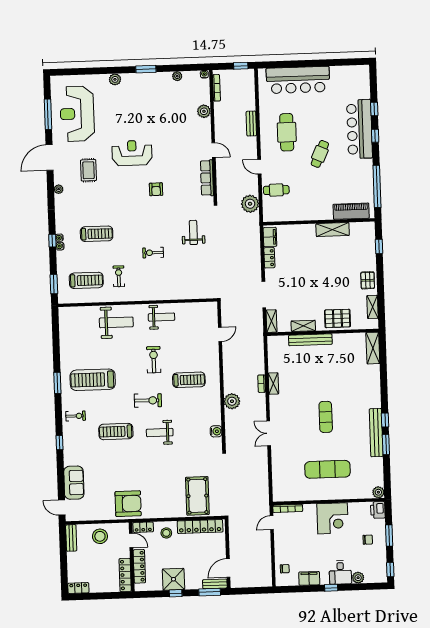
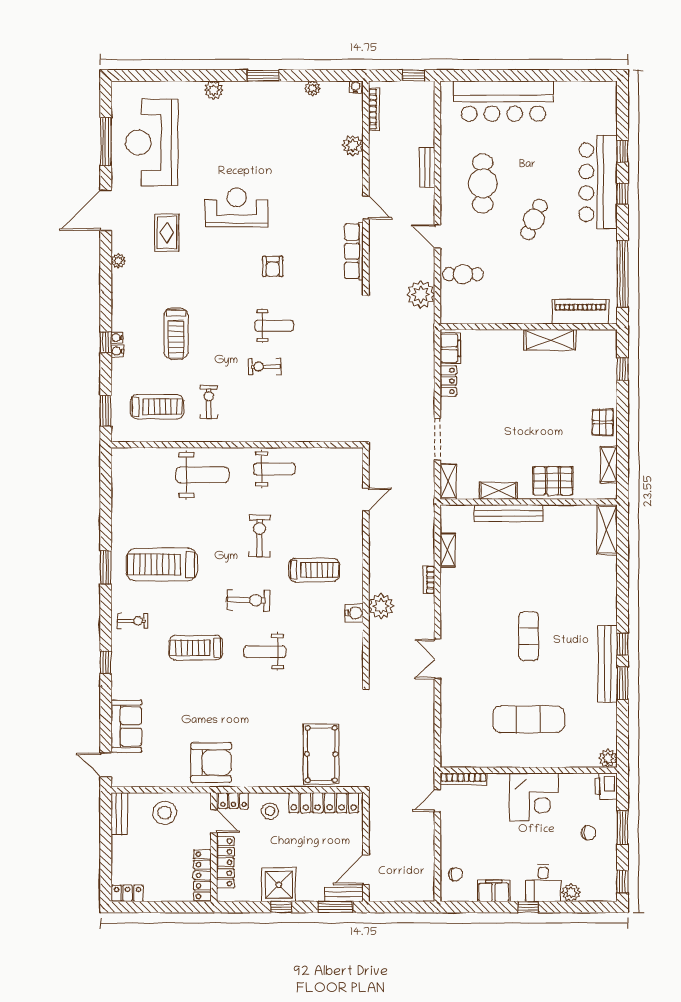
weight bench: (193, 232) -> (274, 326), moved, turned 90
treadmill: (97, 234) -> (176, 334), turned 90
shelving: (273, 384) -> (448, 550), moved
water cooler: (216, 431) -> (354, 613), moved

